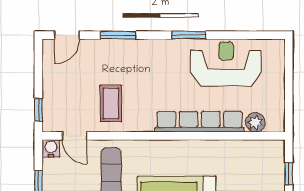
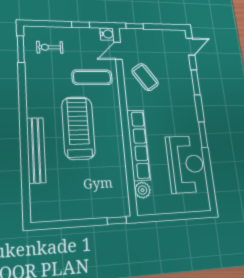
door: (67, 35) -> (190, 47), swing flipped
coffee table: (111, 103) -> (145, 77), turned 56
window: (289, 174) -> (117, 220), moved

